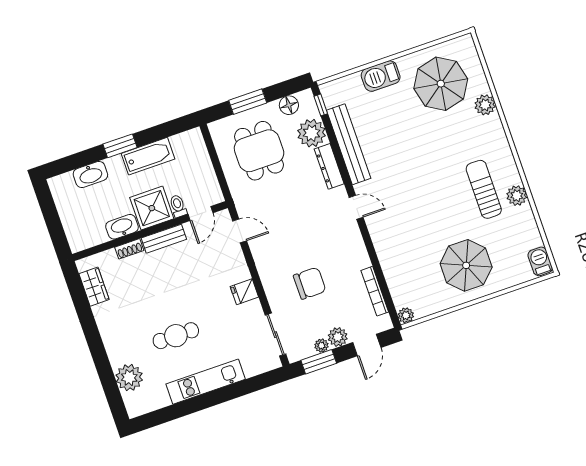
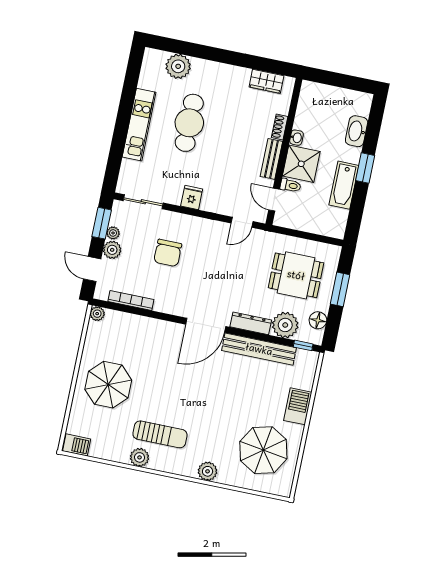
plant: (485, 105) -> (208, 471), moved
door: (356, 207) -> (206, 325), width x1.87
washbasin: (122, 227) -> (296, 138), width x0.52, depth x0.69
cafe table: (176, 336) -> (189, 123), width x1.37, depth x1.35

